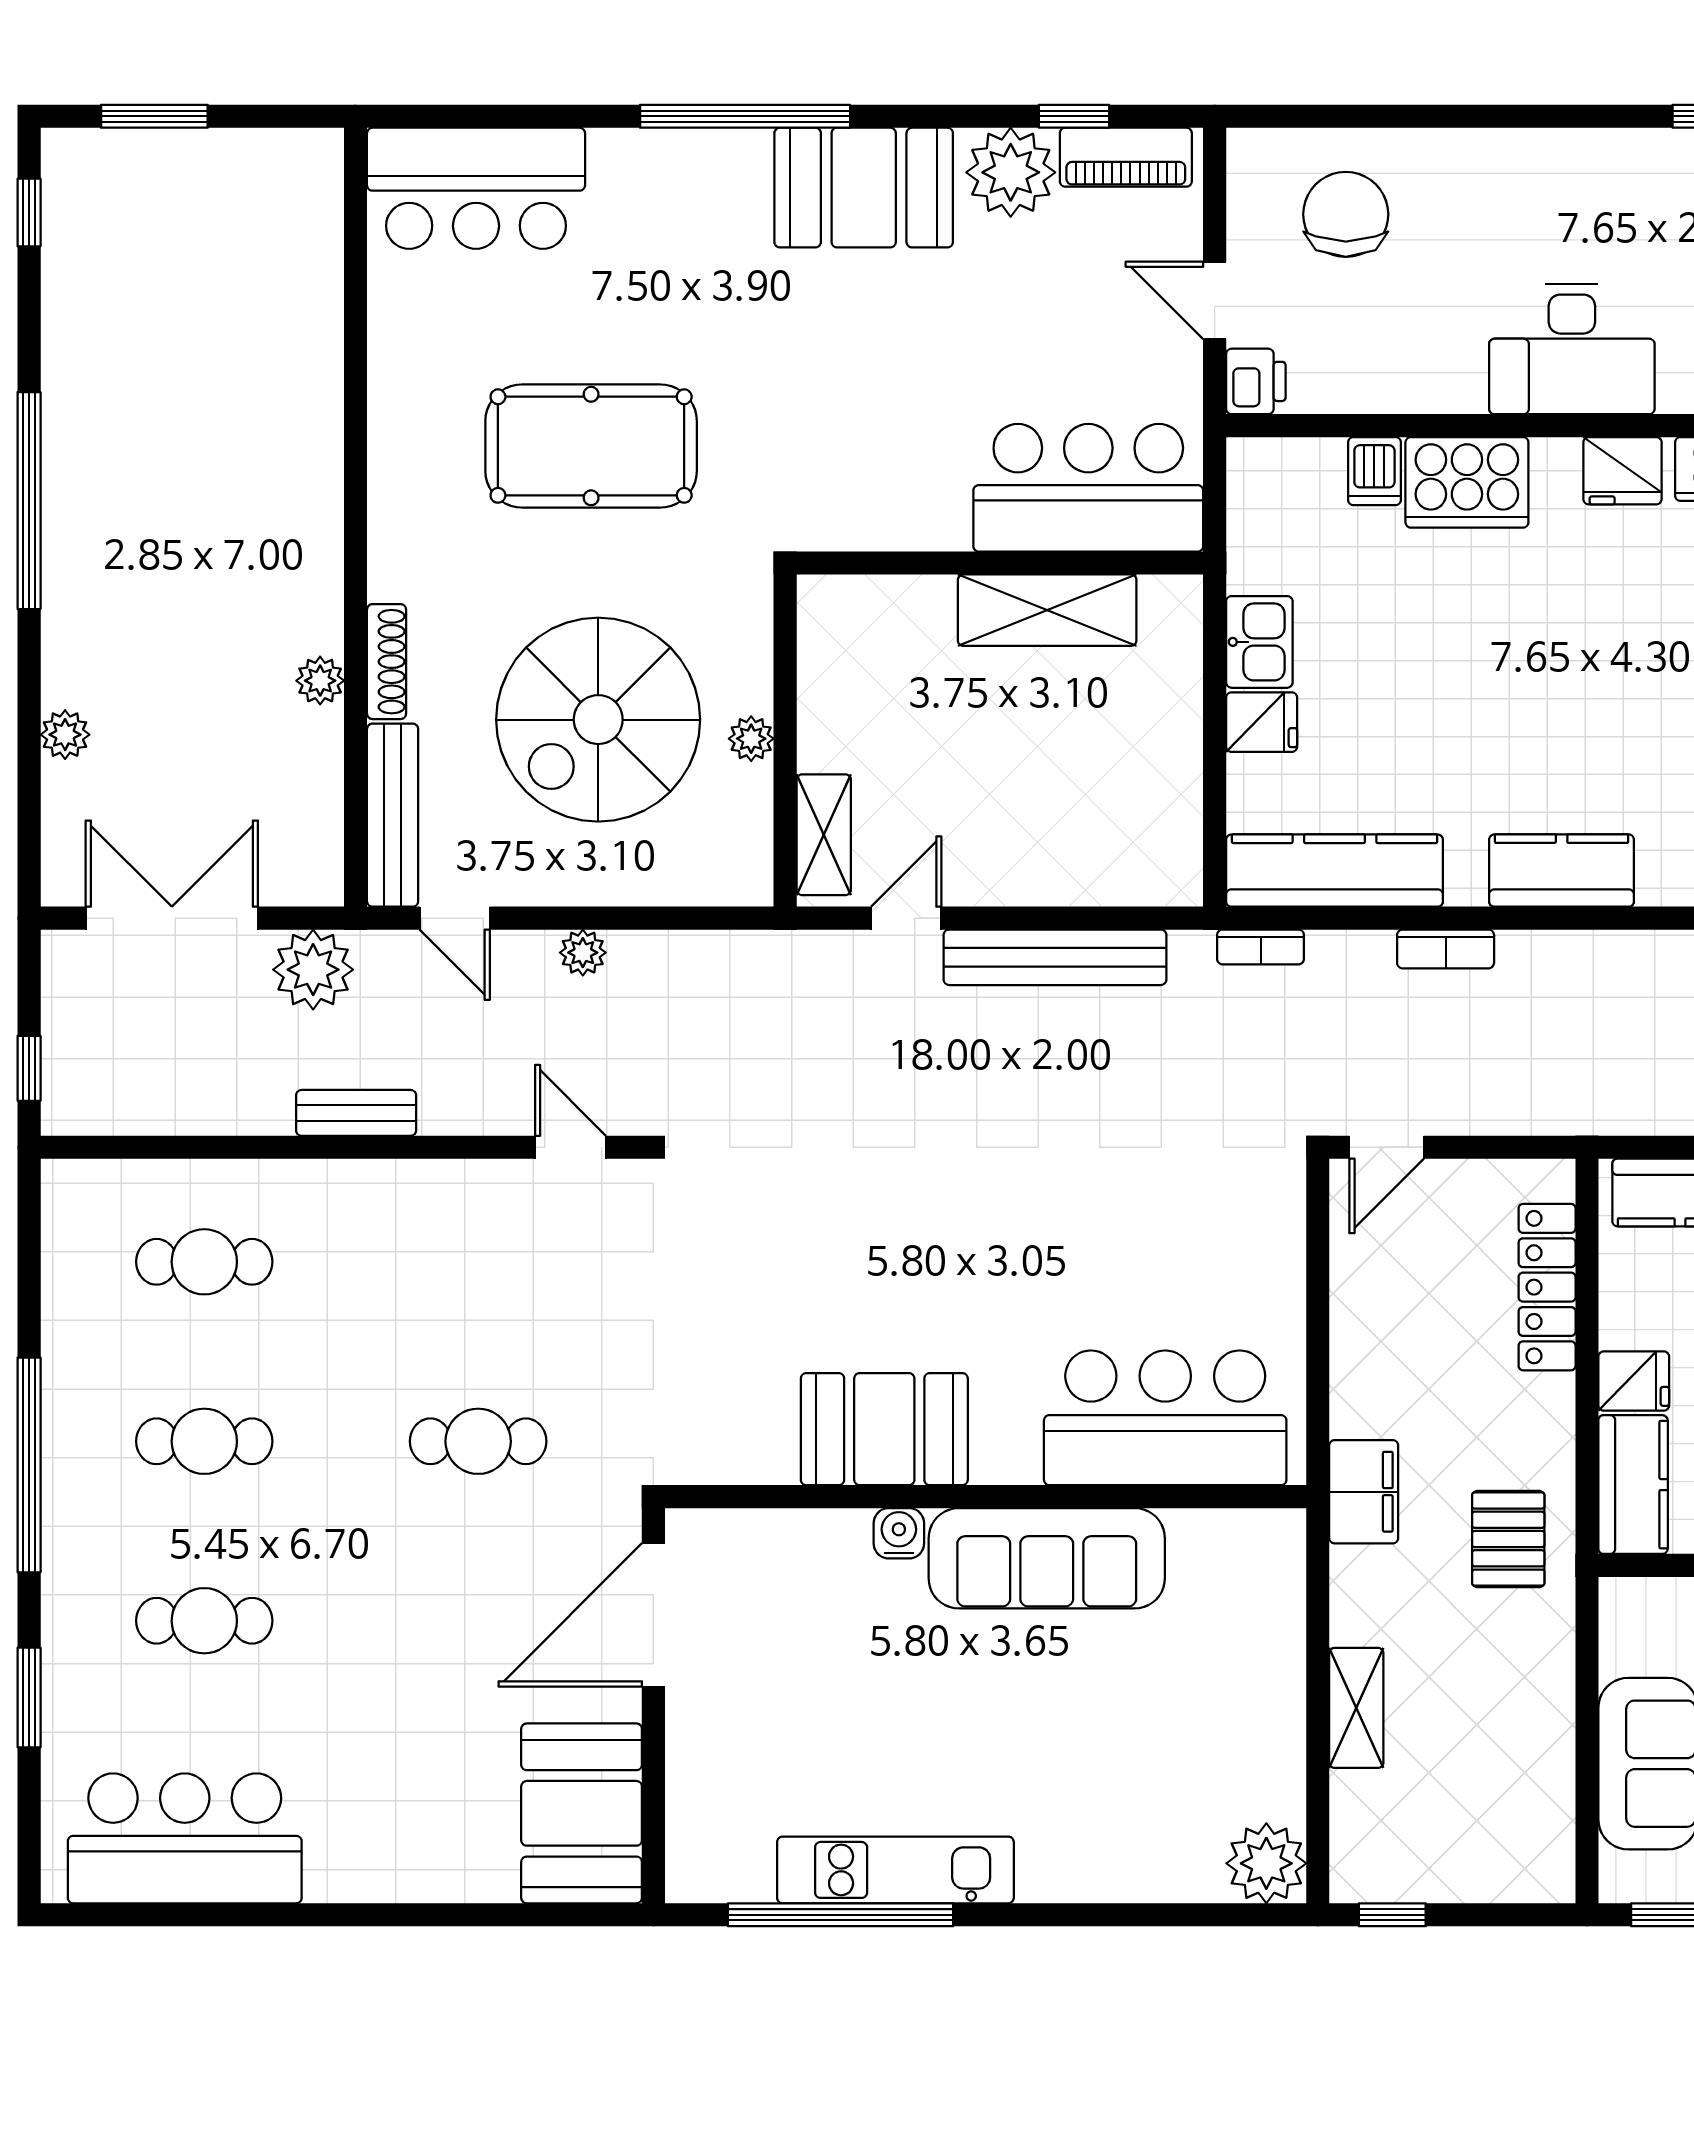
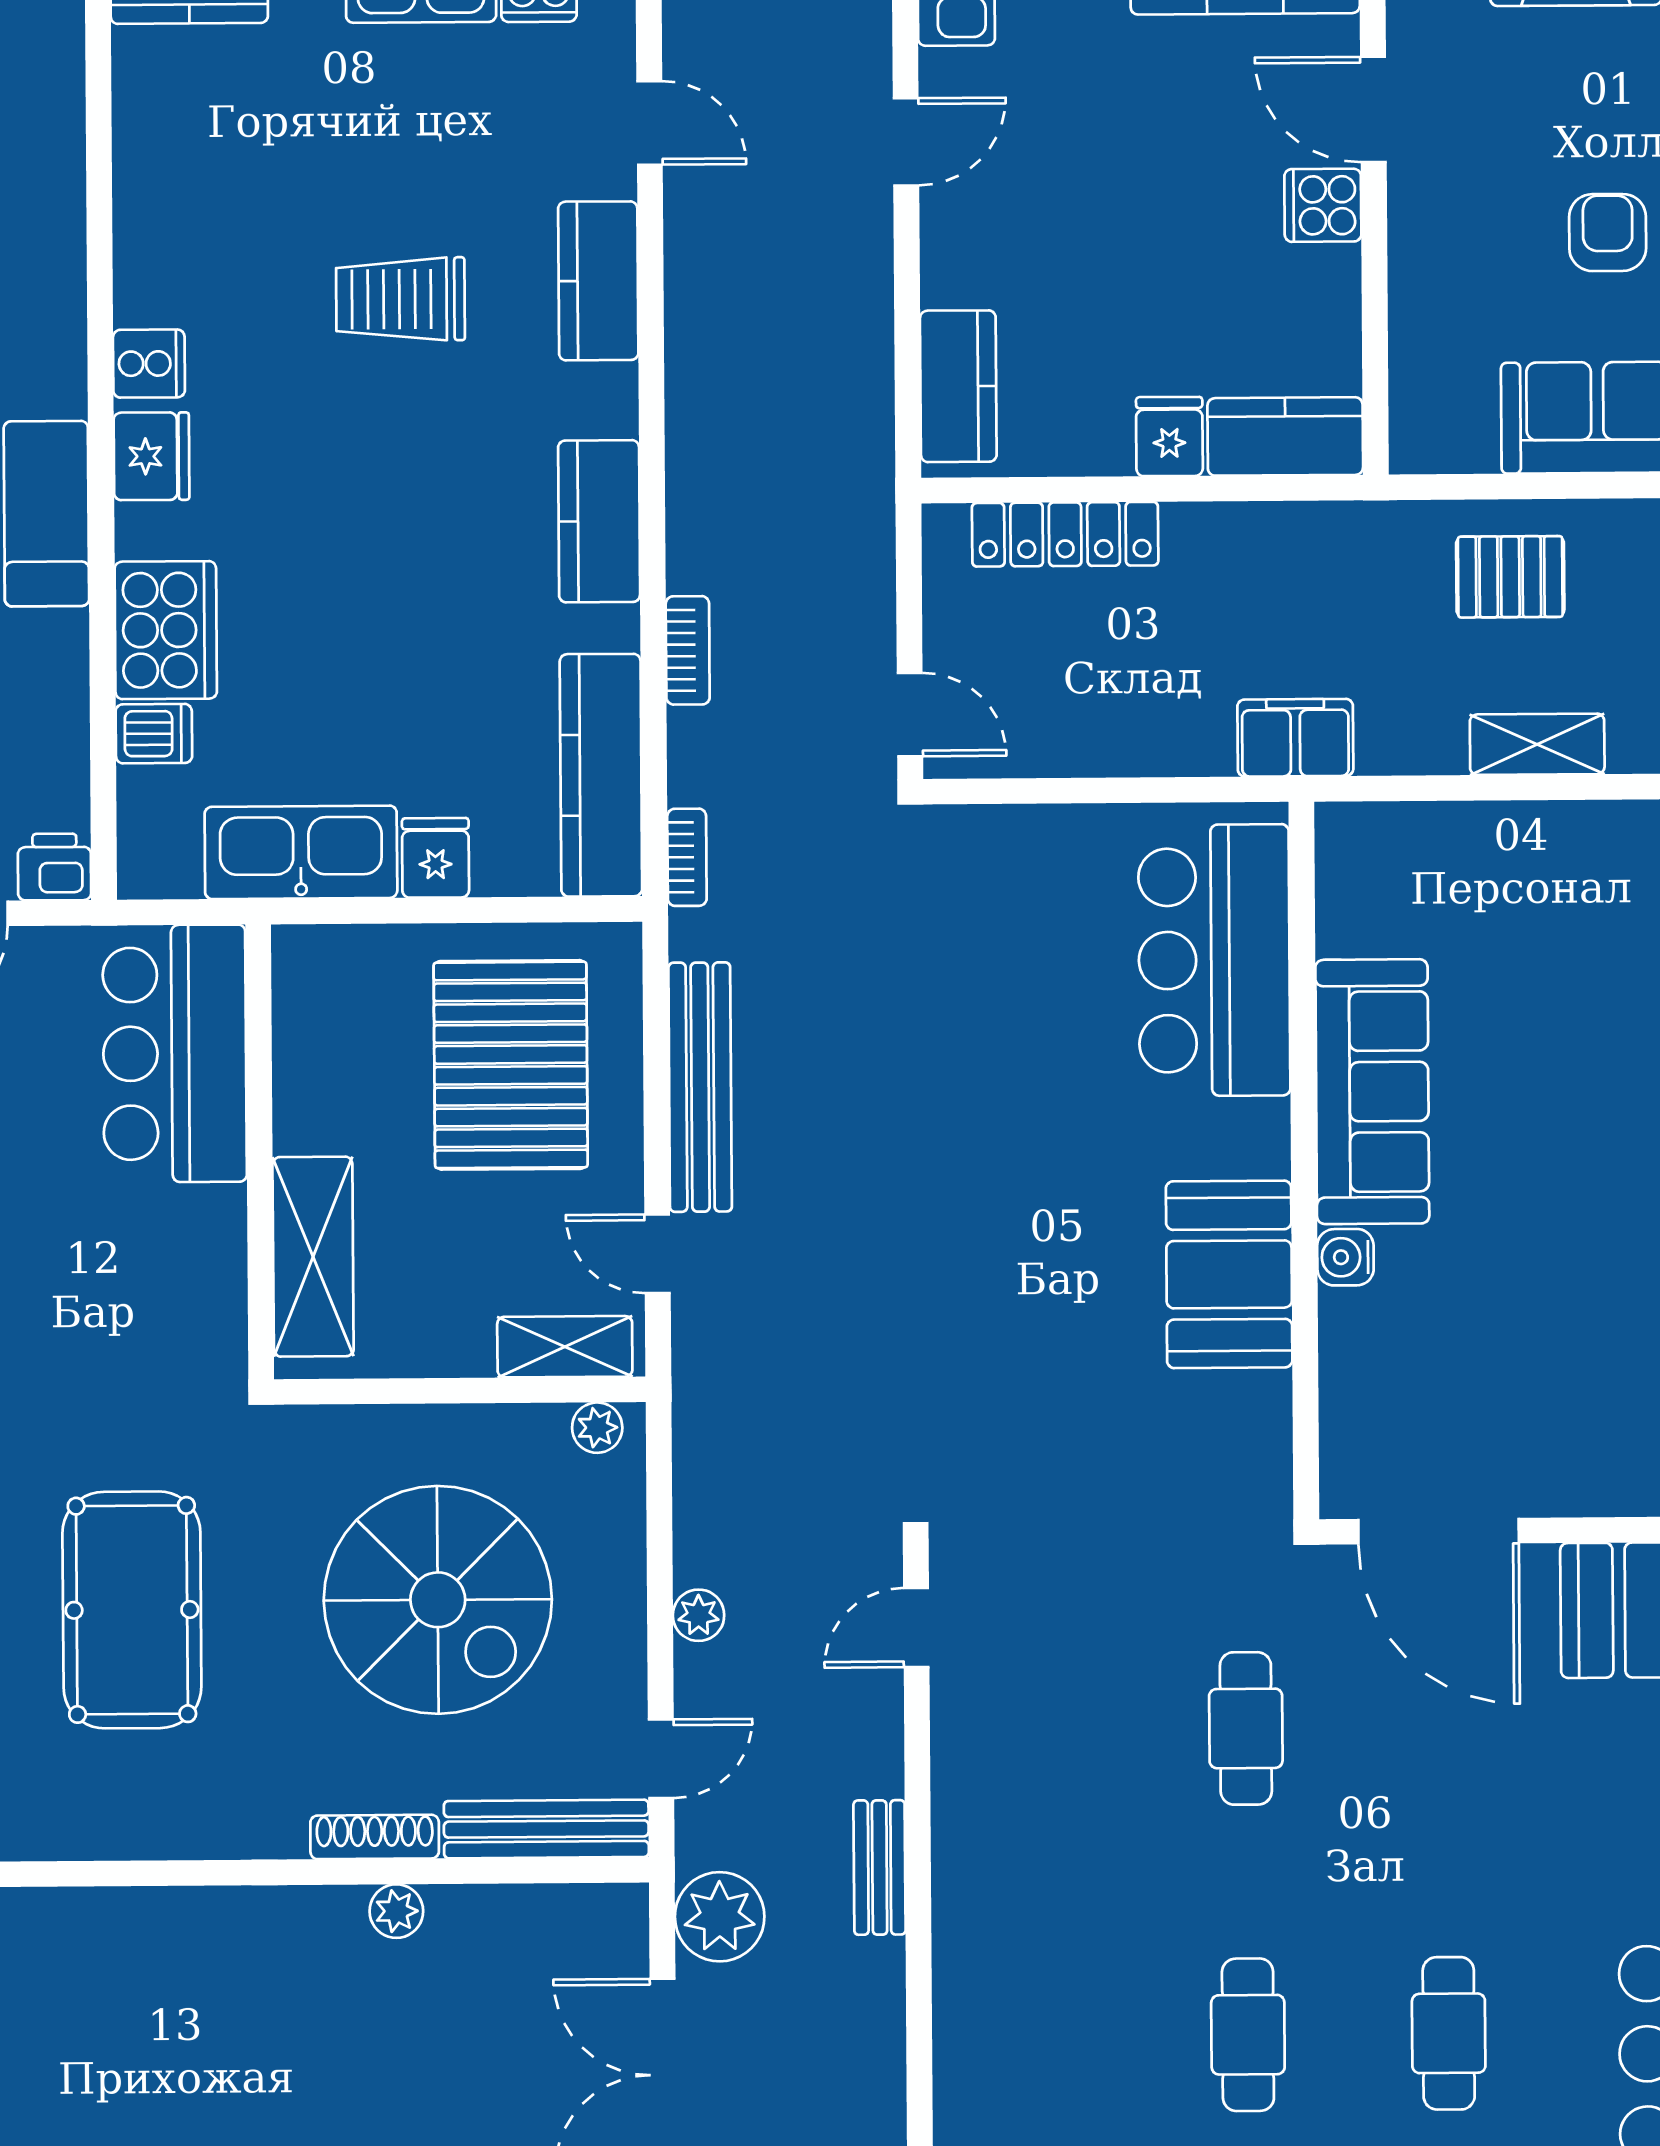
shelving: (1047, 610) -> (313, 1257), moved
kitchen sink: (1259, 642) -> (301, 852), width x1.88, depth x1.24
plant: (751, 739) -> (597, 1428), moved
pallet: (1076, 788) -> (511, 1065), added
cafe table: (204, 1262) -> (1047, 2036), removed
pallet: (1508, 1539) -> (1510, 577), moved

